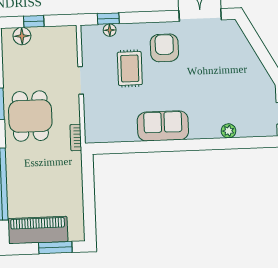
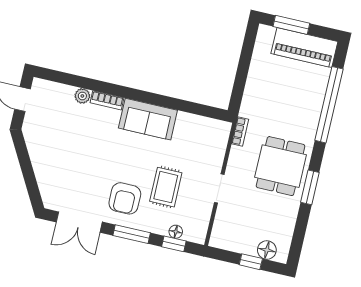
window: (149, 17) -> (132, 234), added
bookcase: (205, 133) -> (107, 100), added

